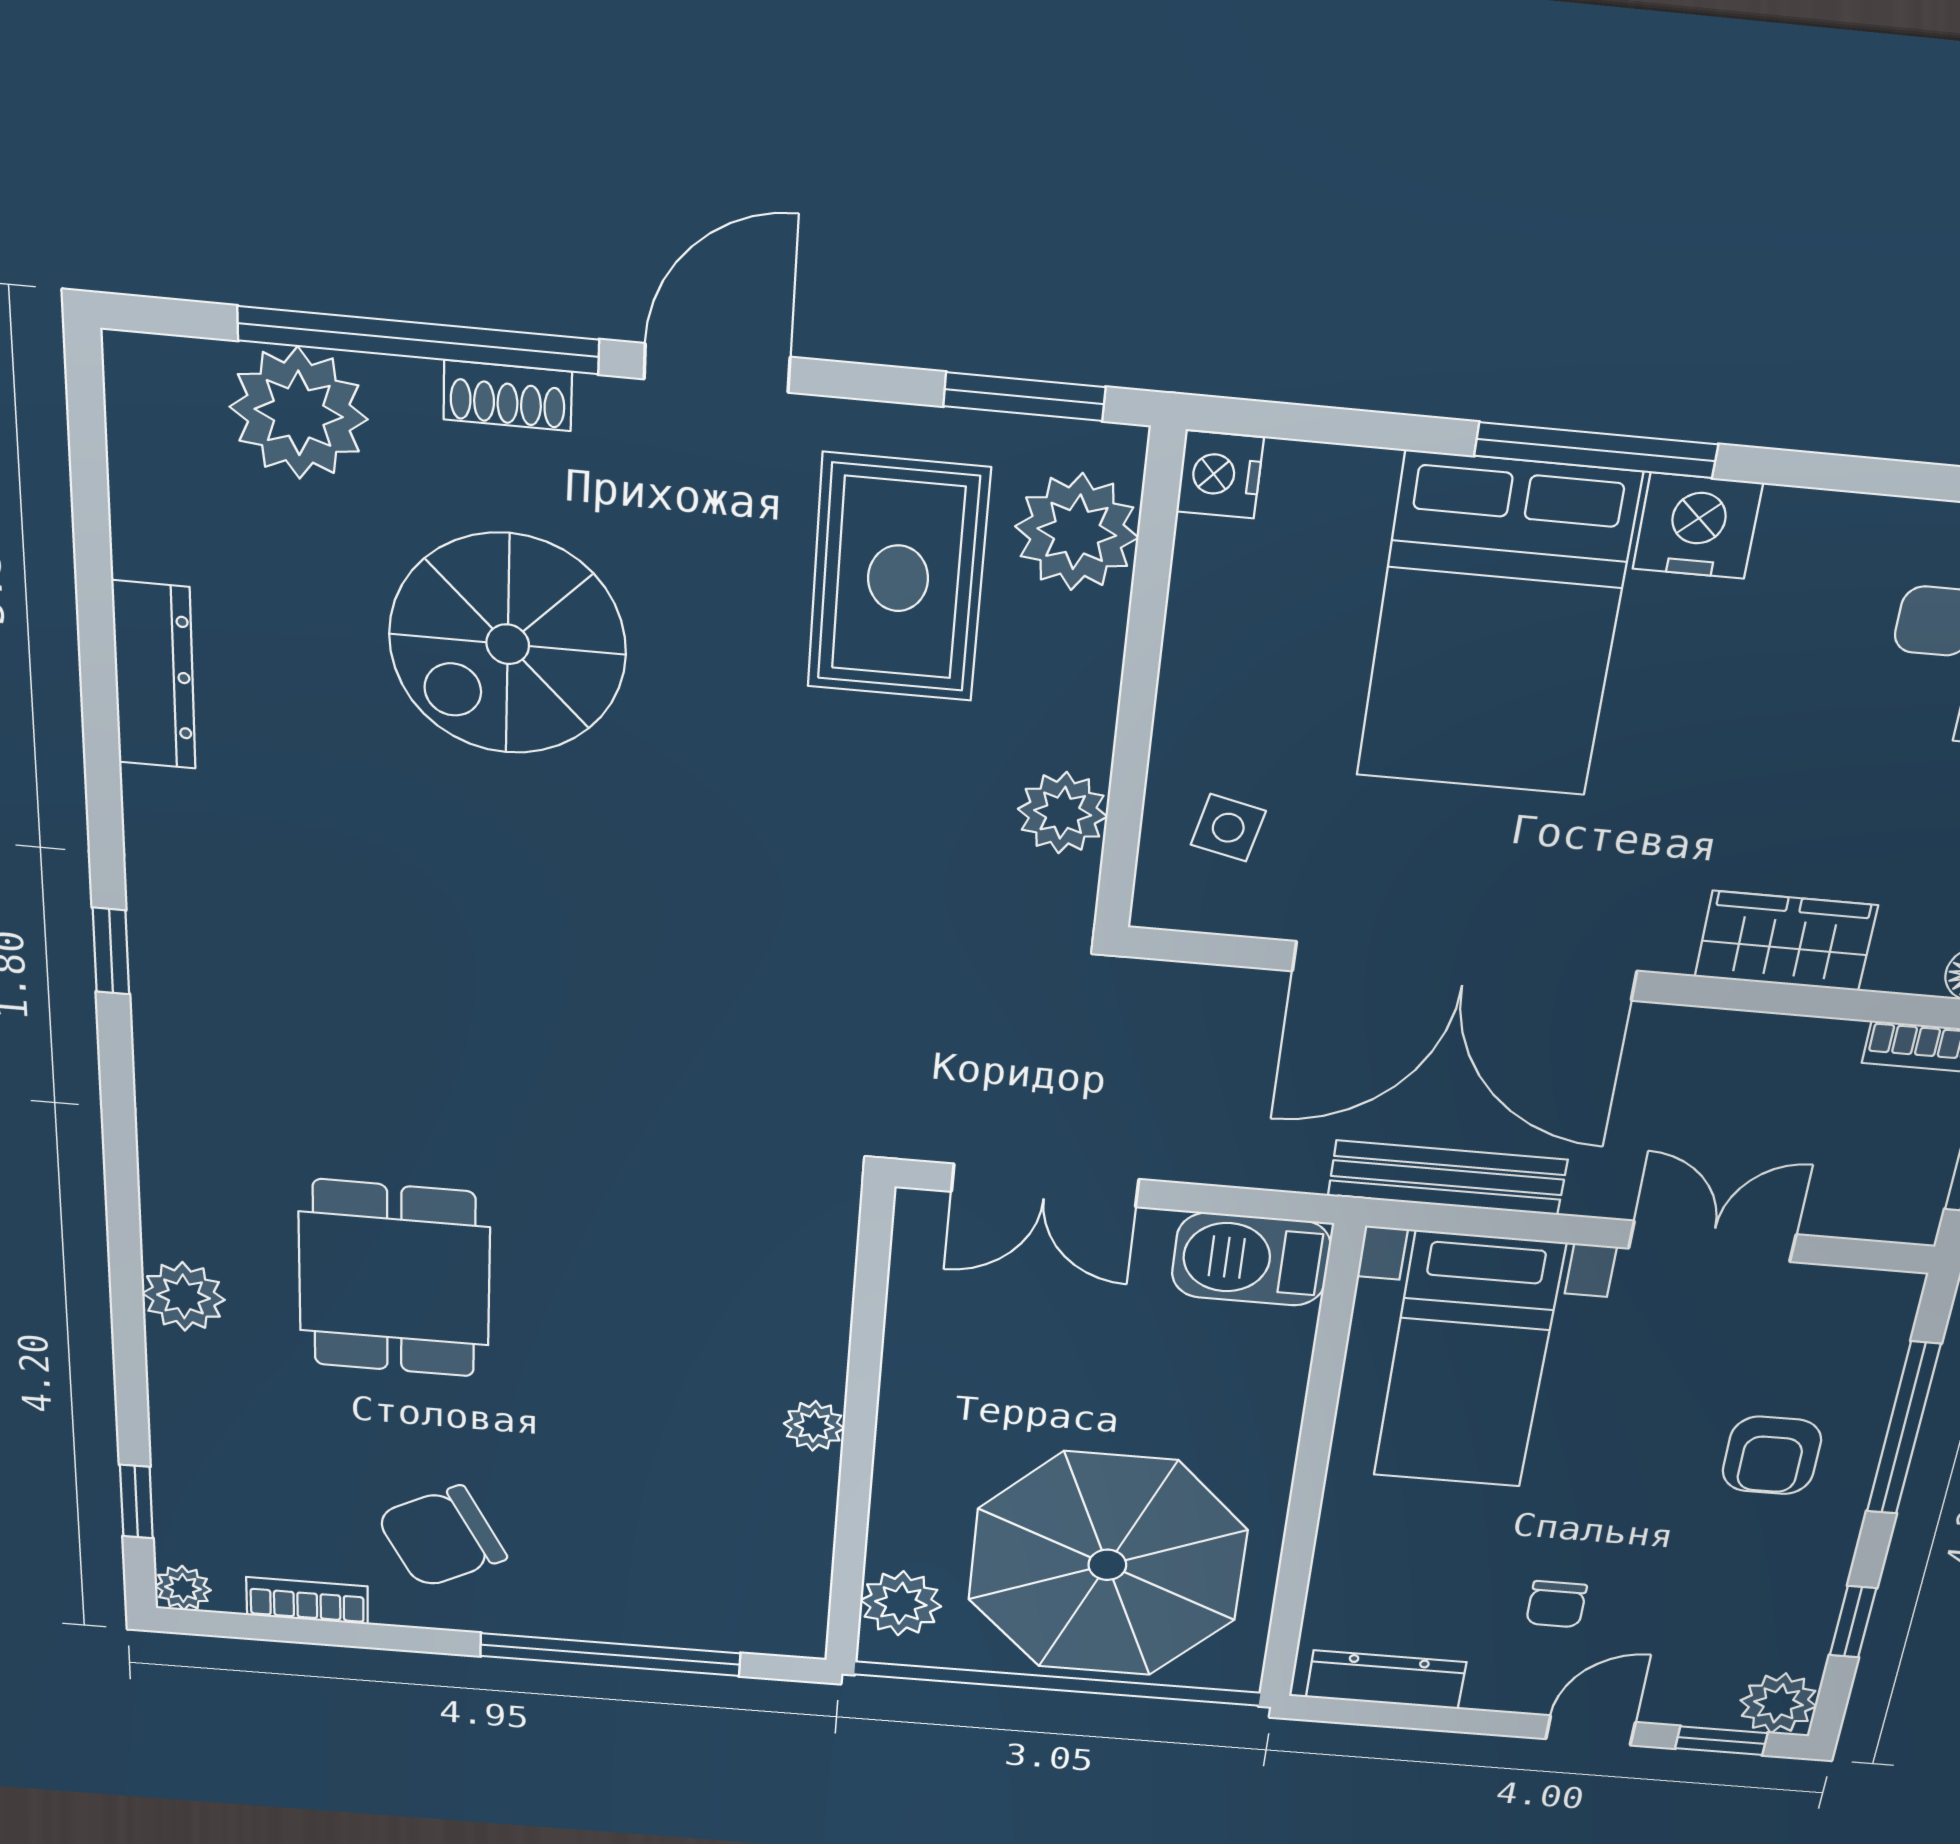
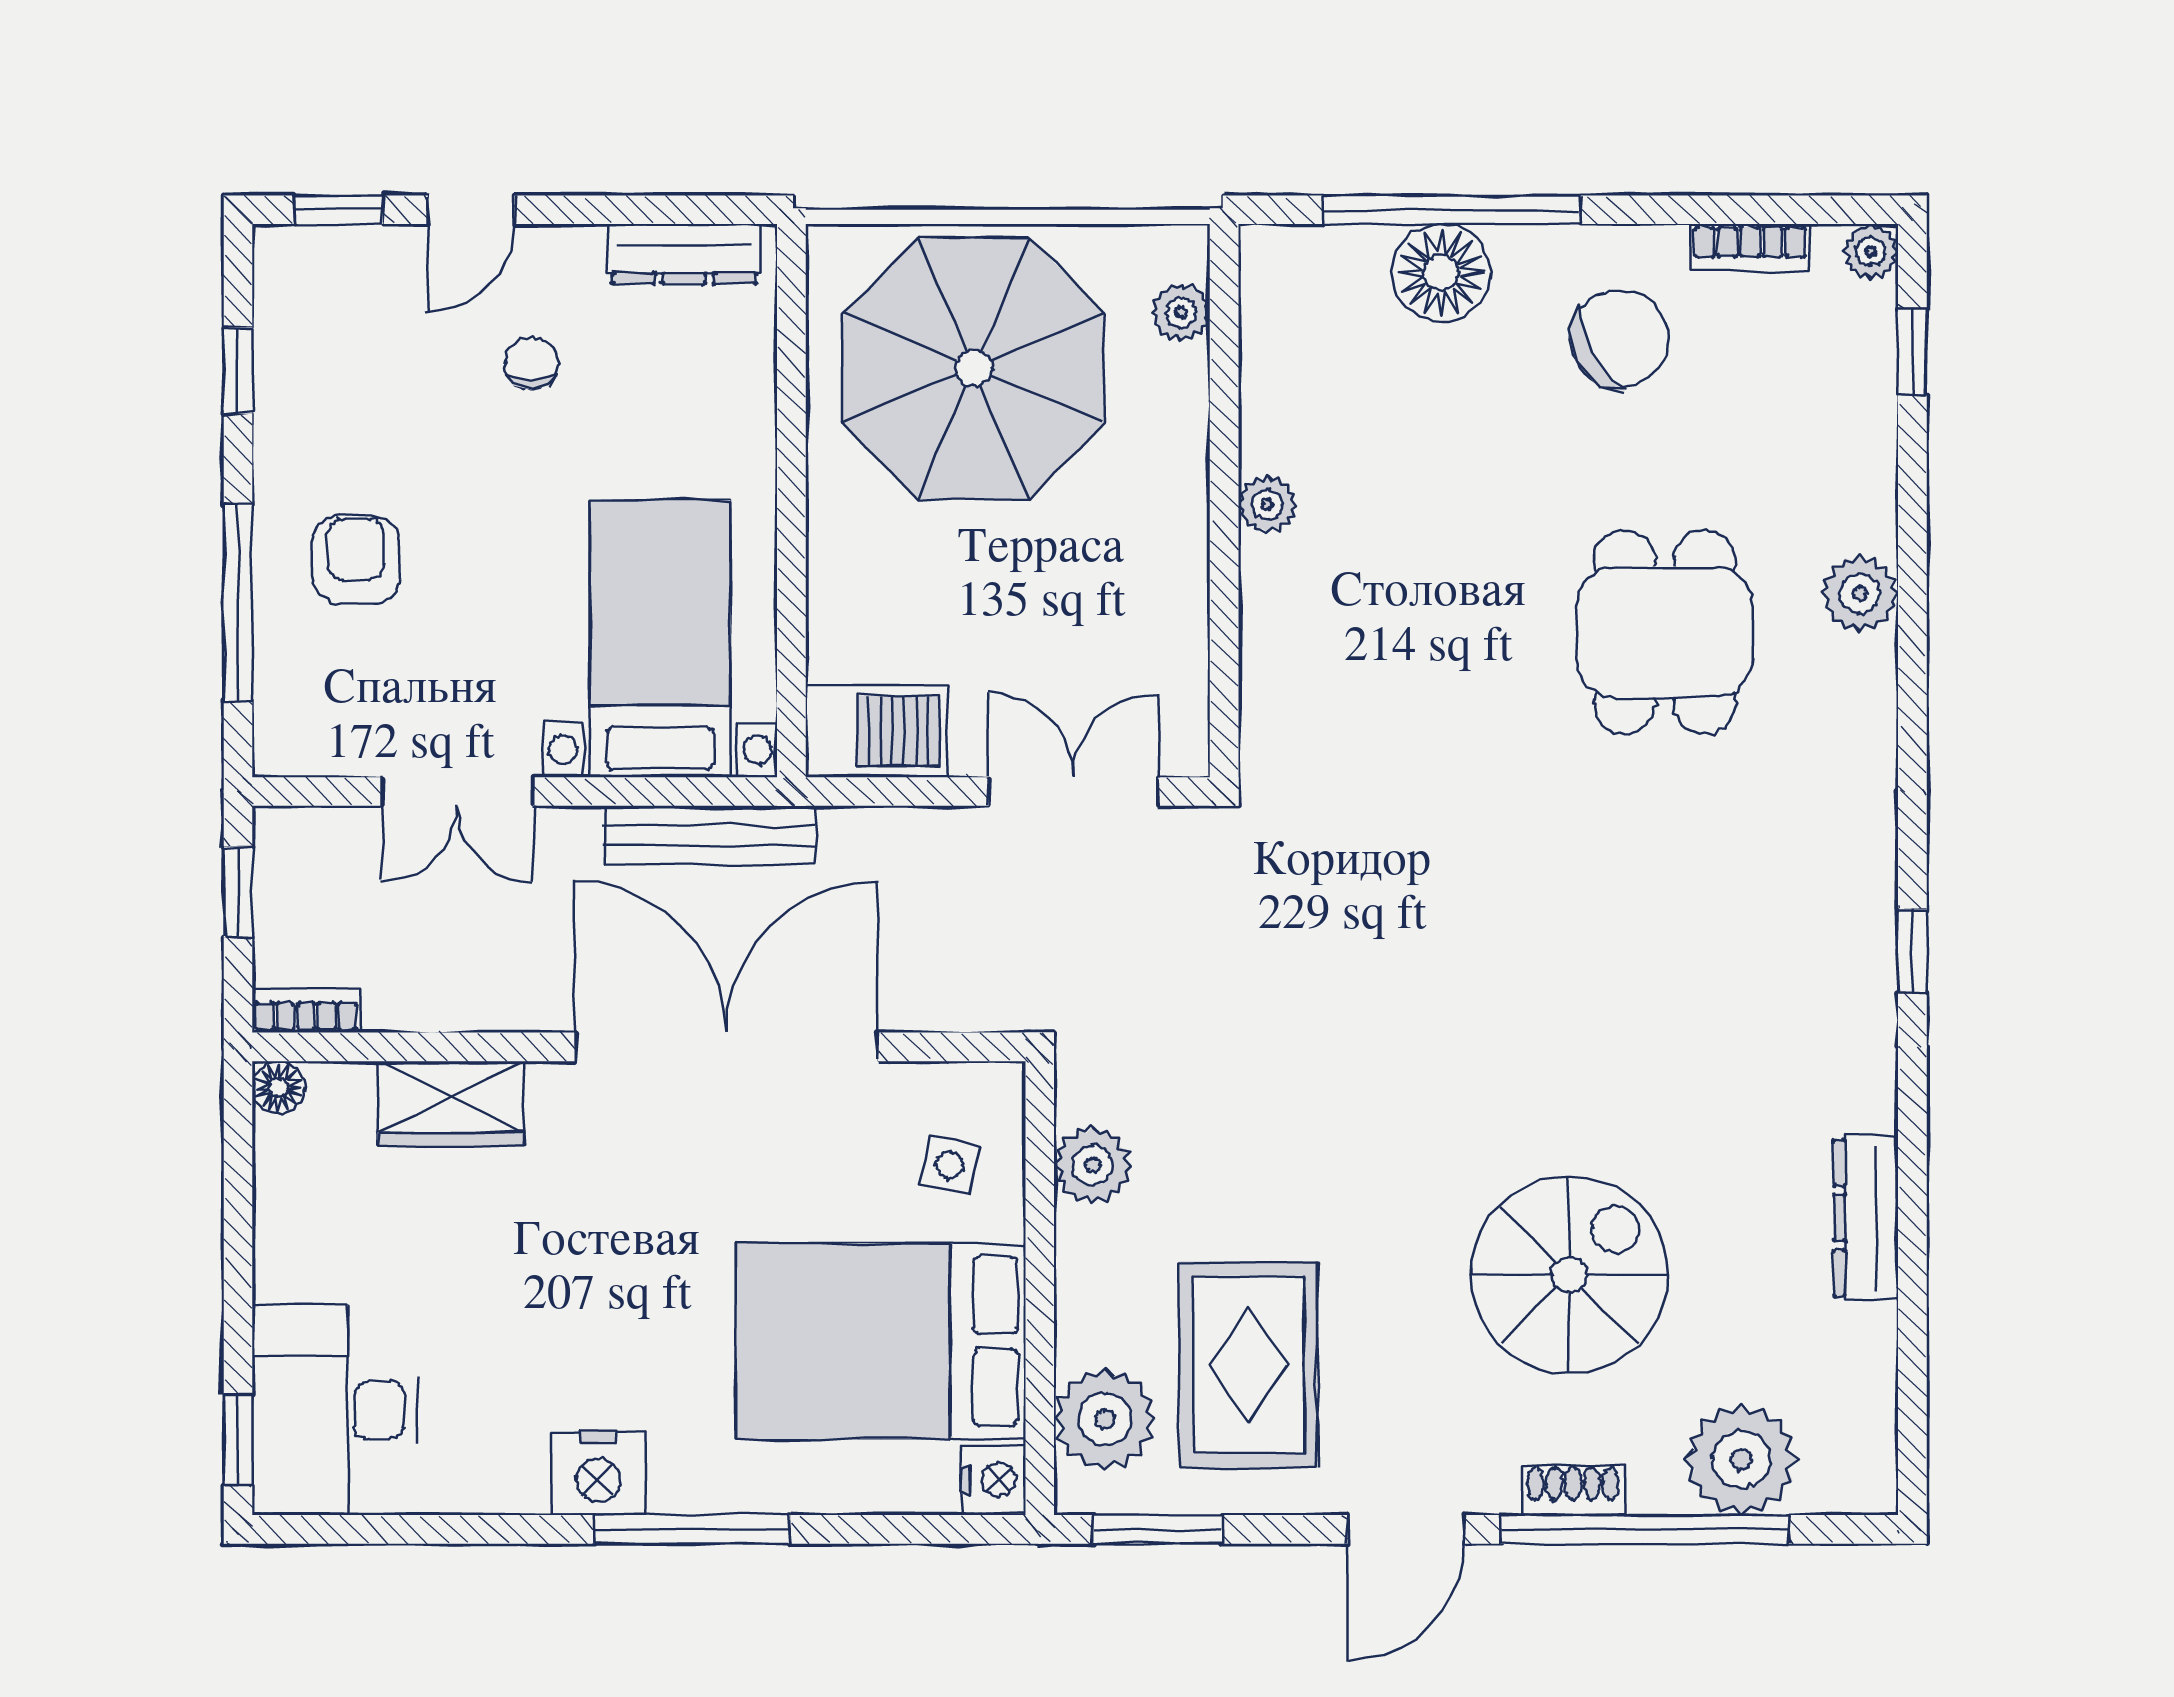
bed: (1497, 626) -> (881, 1341), moved, turned -90
plant: (901, 1603) -> (1181, 312), width x0.73, depth x0.73
floor lamp: (623, 1605) -> (1441, 273), added
plant: (1778, 1703) -> (291, 262), removed

